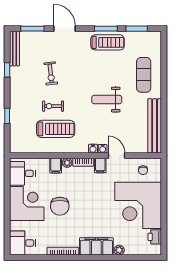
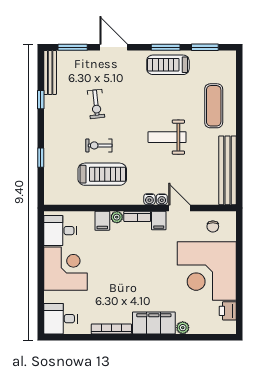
treadmill: (107, 42) -> (168, 65), turned 180
chair: (60, 206) -> (107, 272), removed

